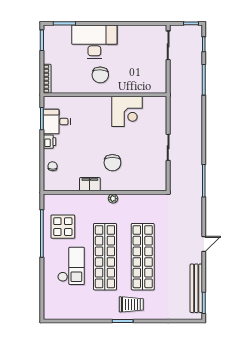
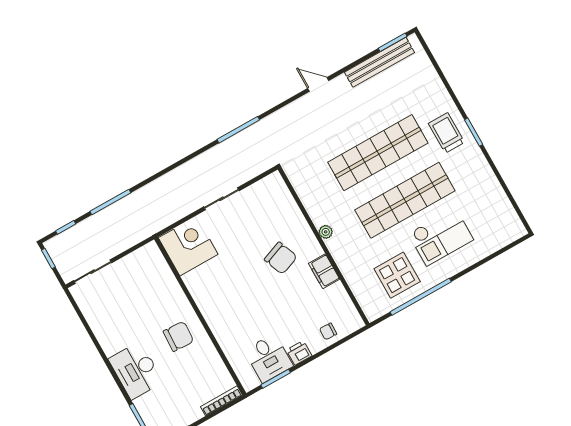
desk: (94, 42) -> (136, 370), width x0.73, depth x0.77
corner desk: (127, 111) -> (188, 246), moved
chair: (112, 163) -> (281, 258), turned 69
checkout: (71, 266) -> (441, 237), turned 180

